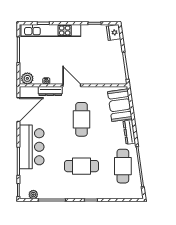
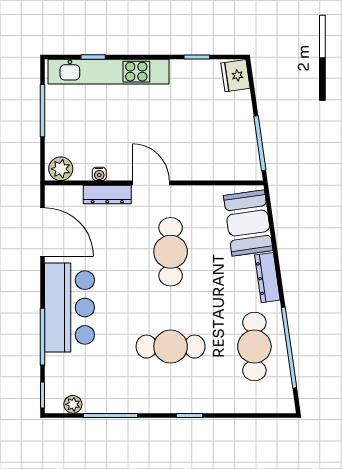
door: (18, 110) -> (43, 232), hinge flipped

